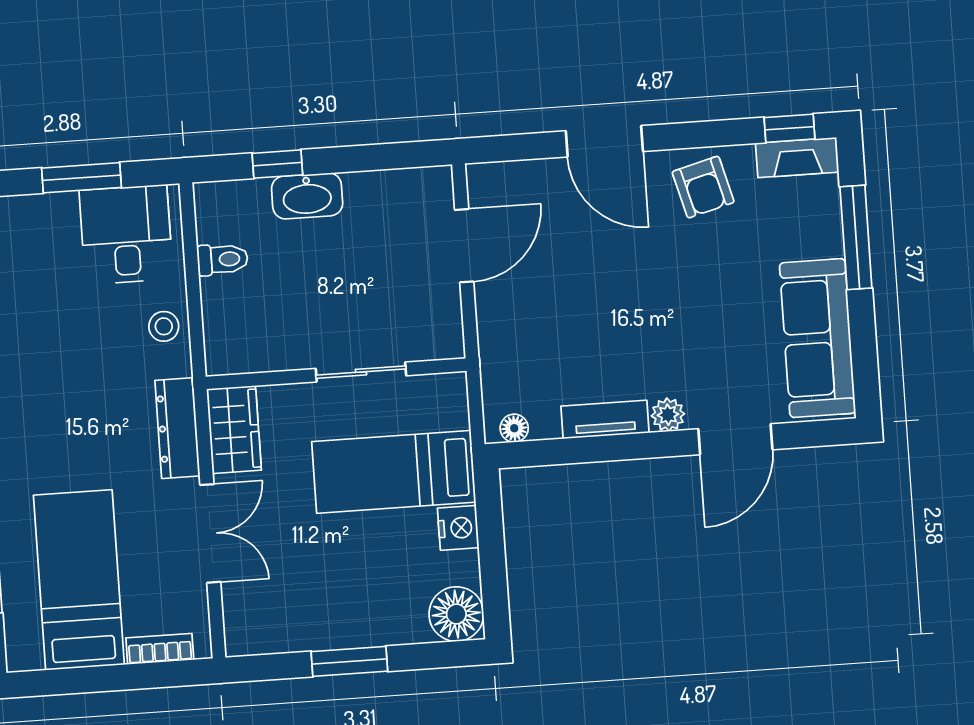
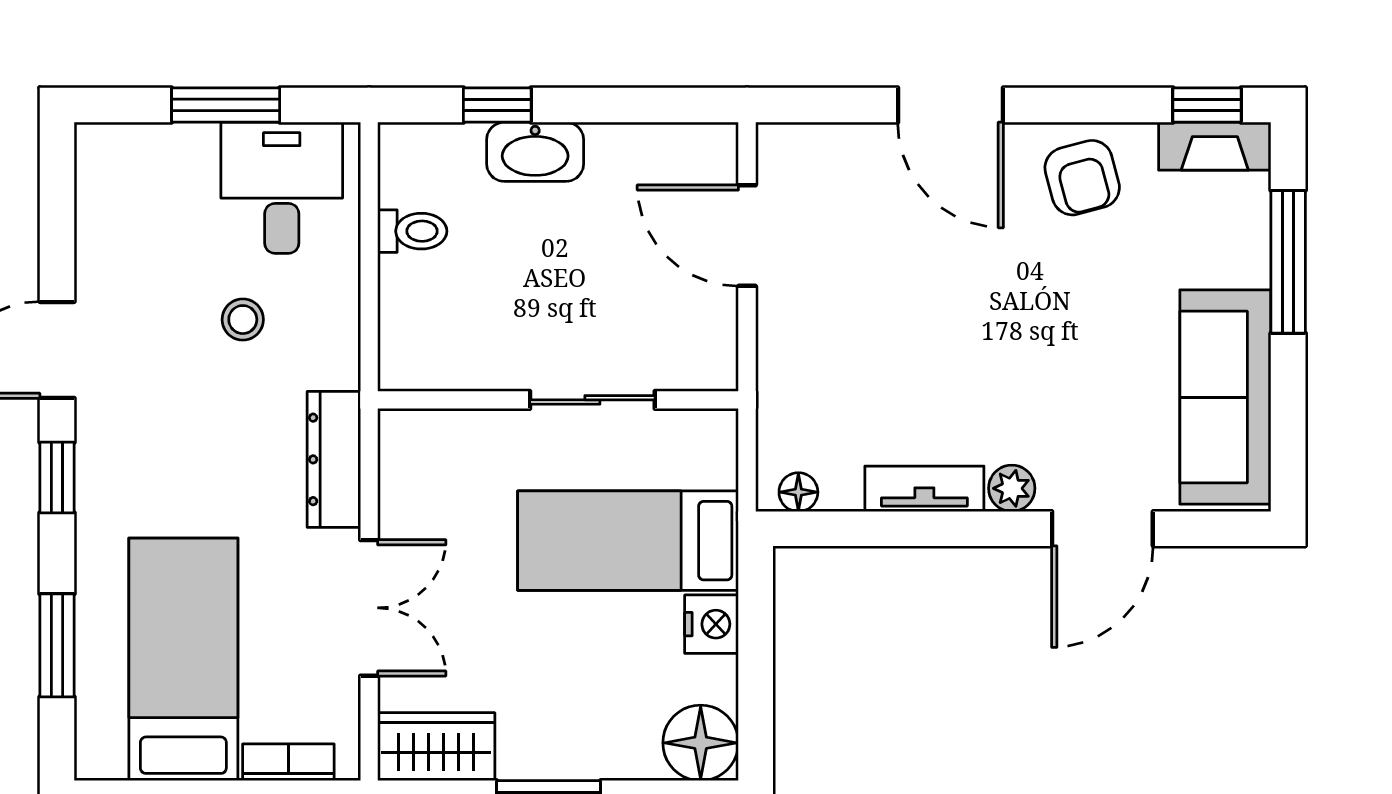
door: (464, 246) -> (747, 236), swing flipped
stool: (164, 326) -> (243, 320), moved
wardrobe: (234, 430) -> (436, 747), moved, turned -90

